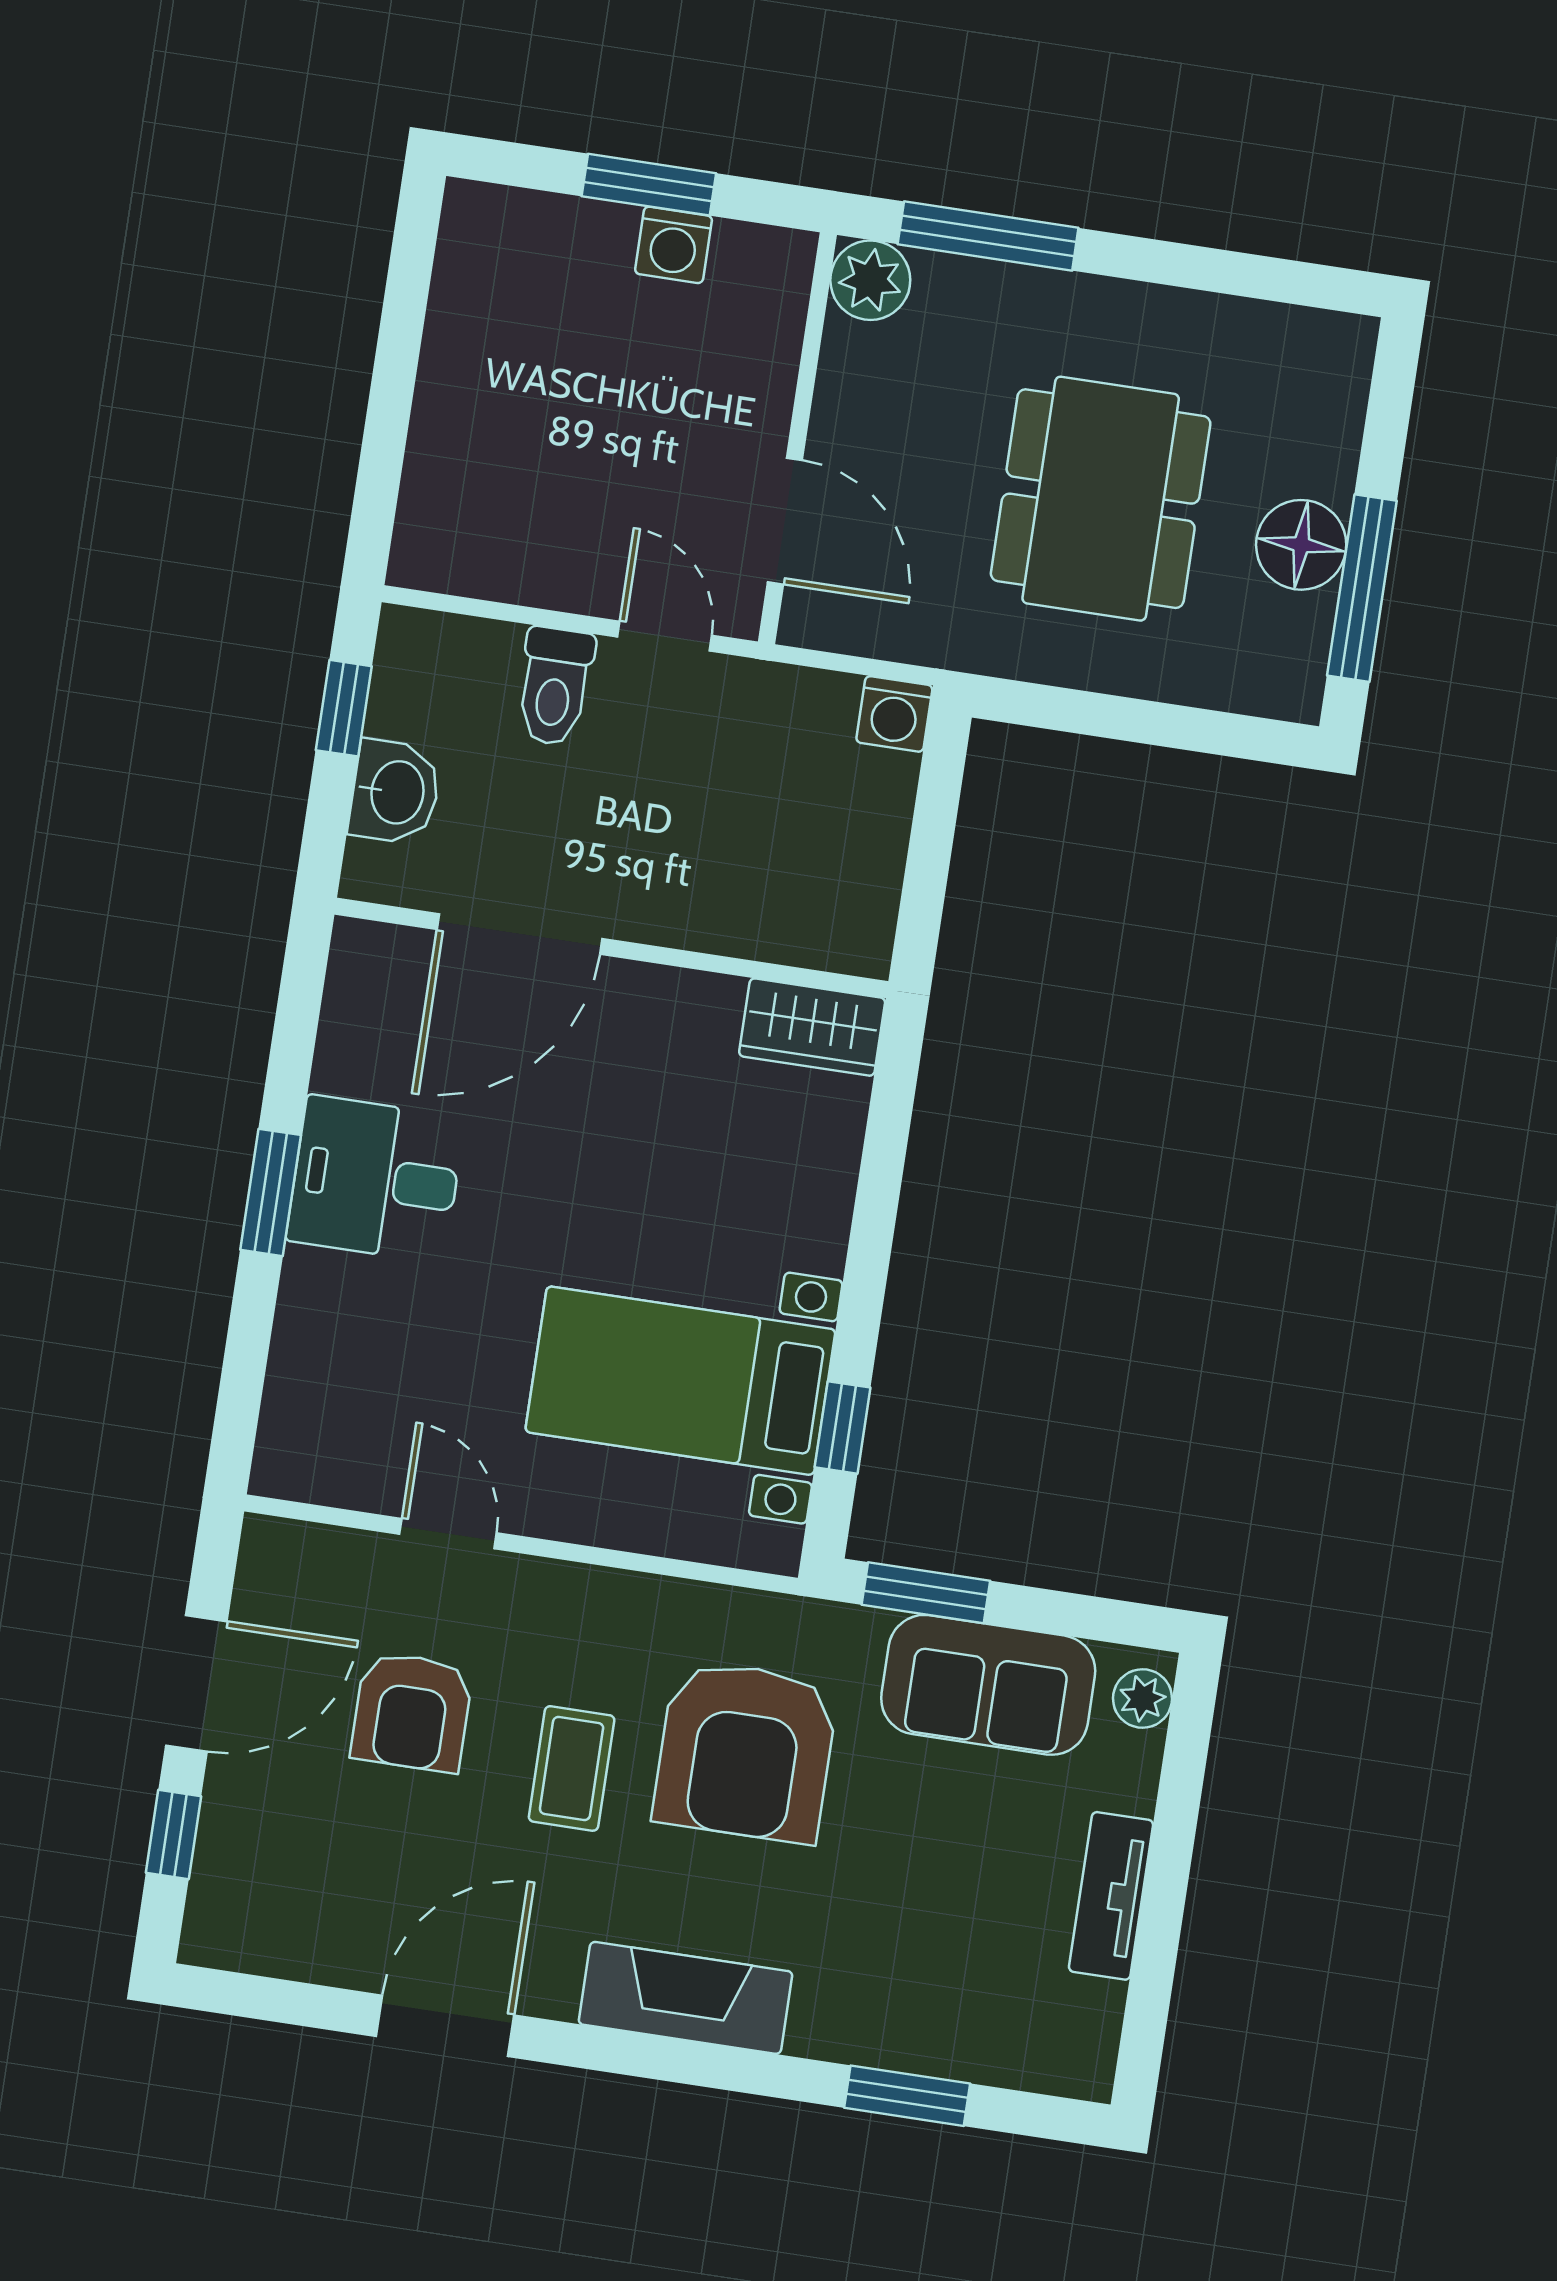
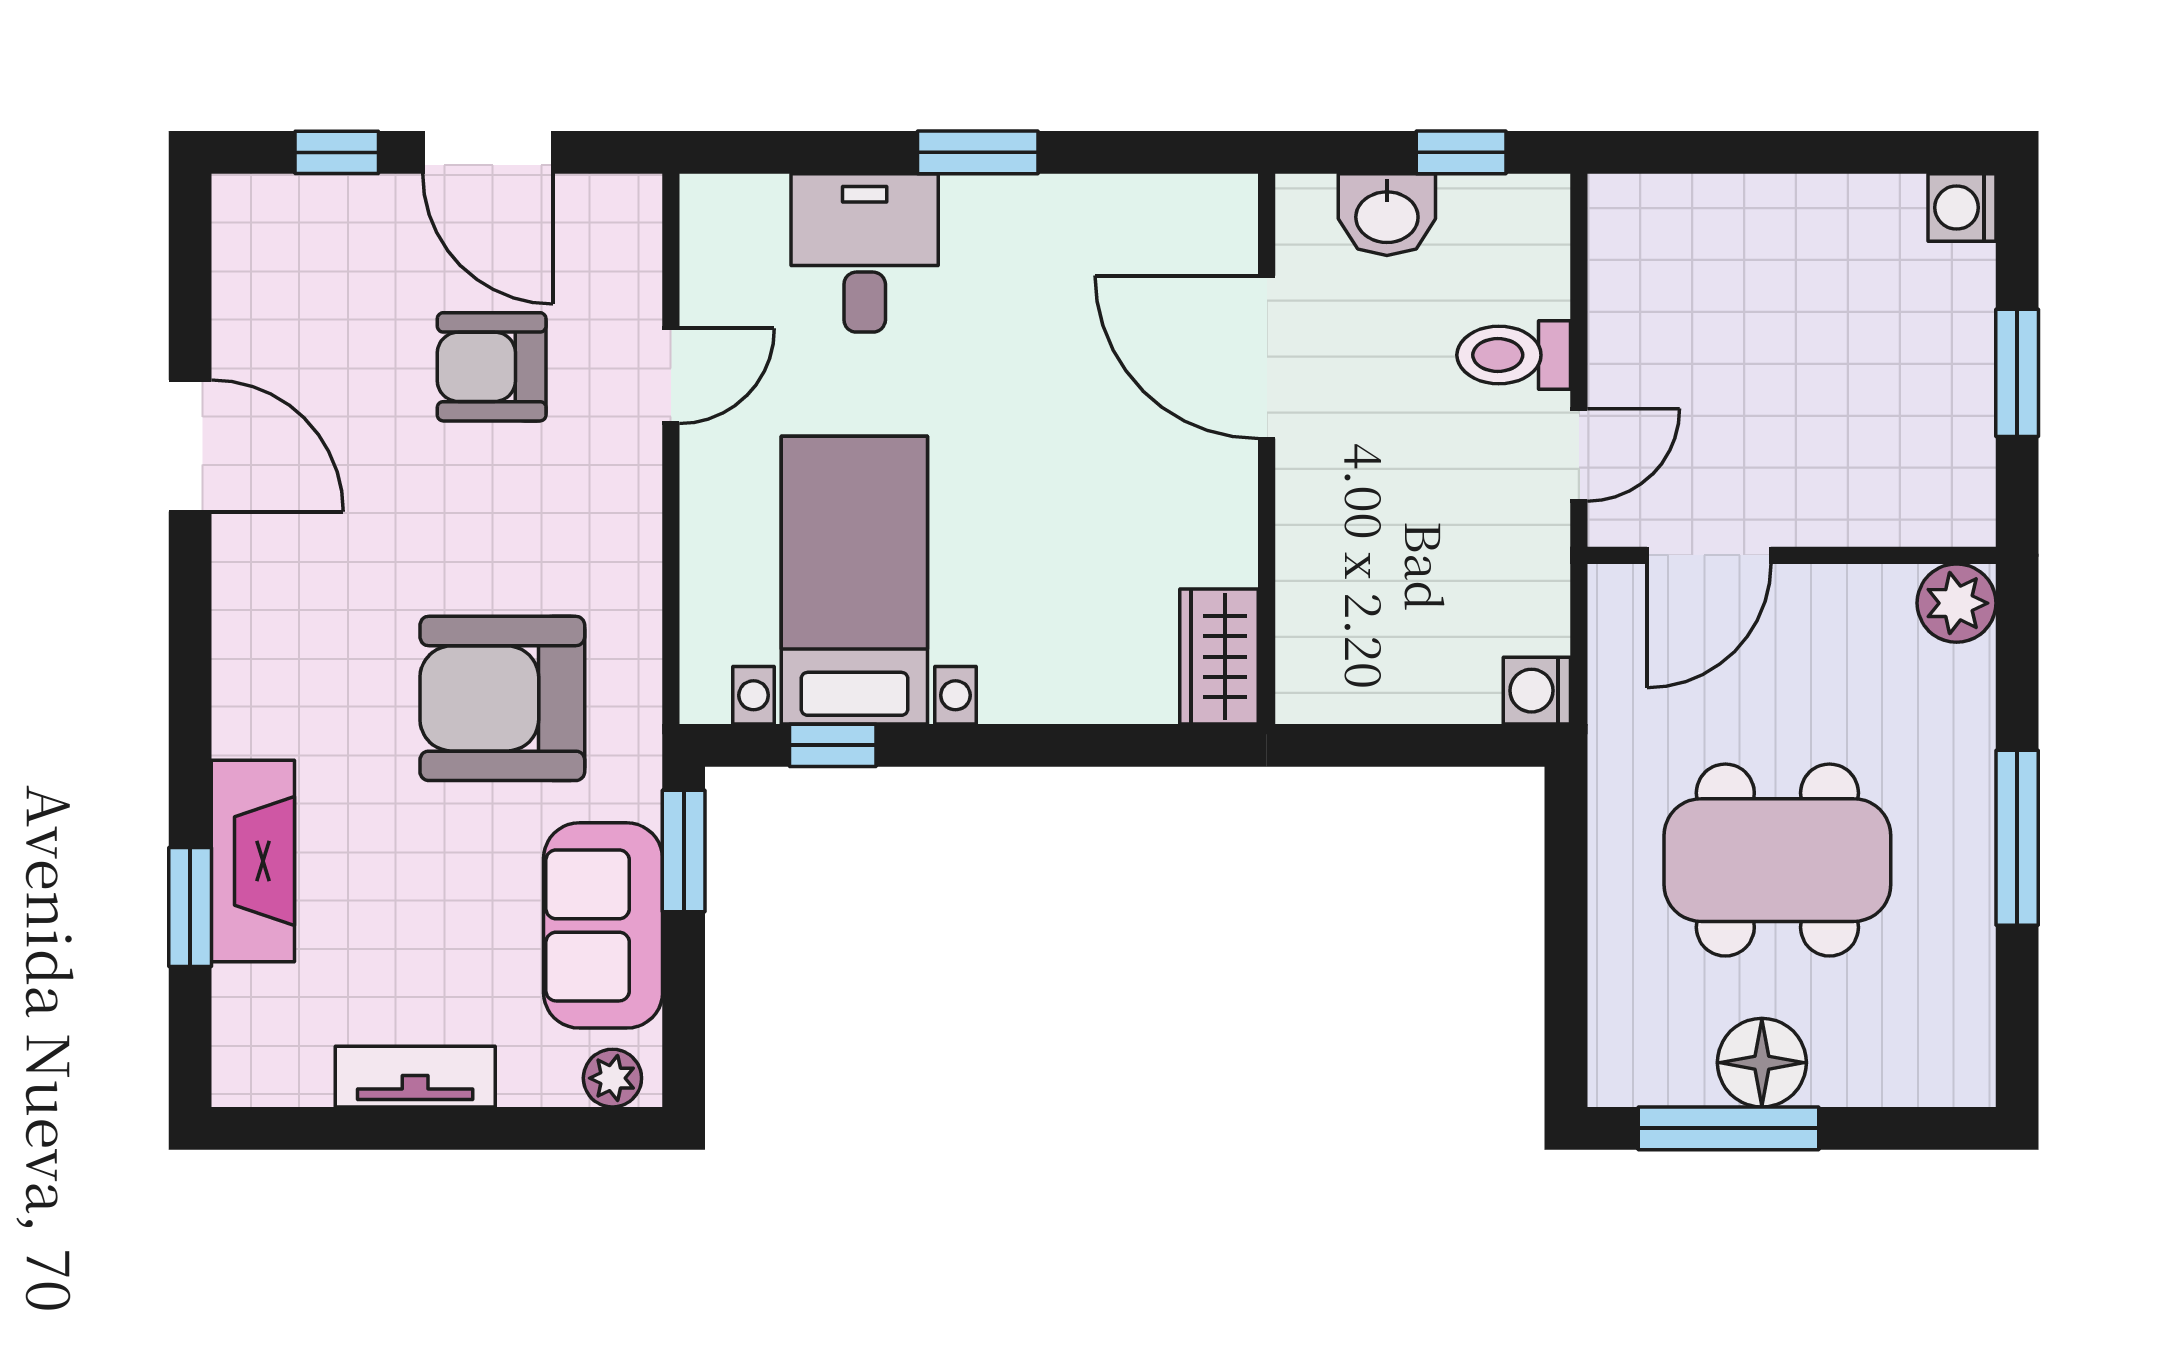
window: (988, 236) -> (2017, 838), moved
washing machine: (674, 245) -> (1962, 208), moved
desk: (376, 1179) -> (865, 253), moved
coffee table: (572, 1768) -> (460, 531), removed
fireplace: (686, 1998) -> (253, 861), moved

